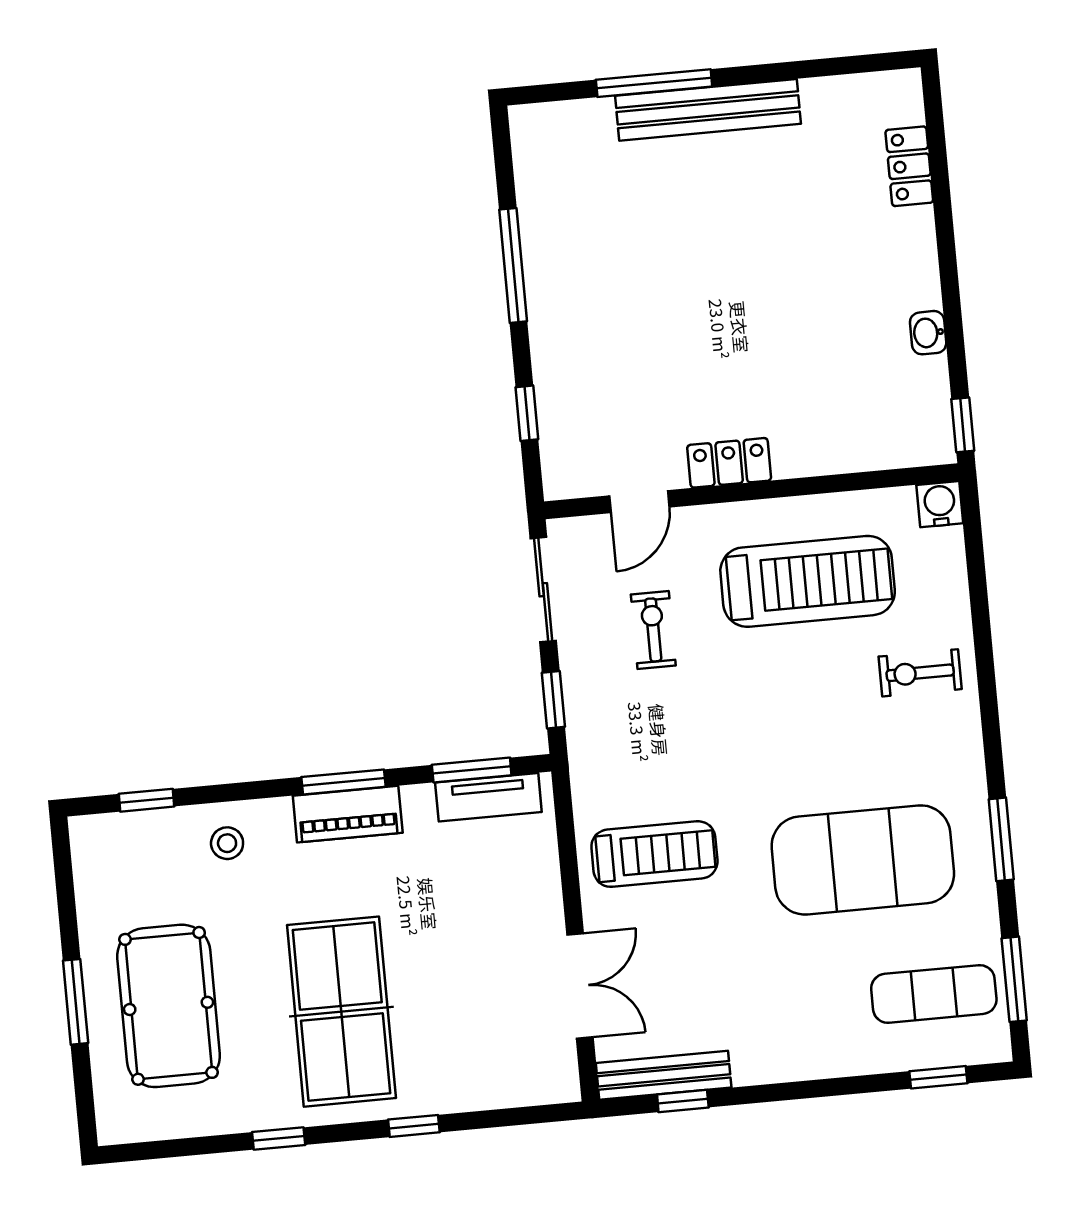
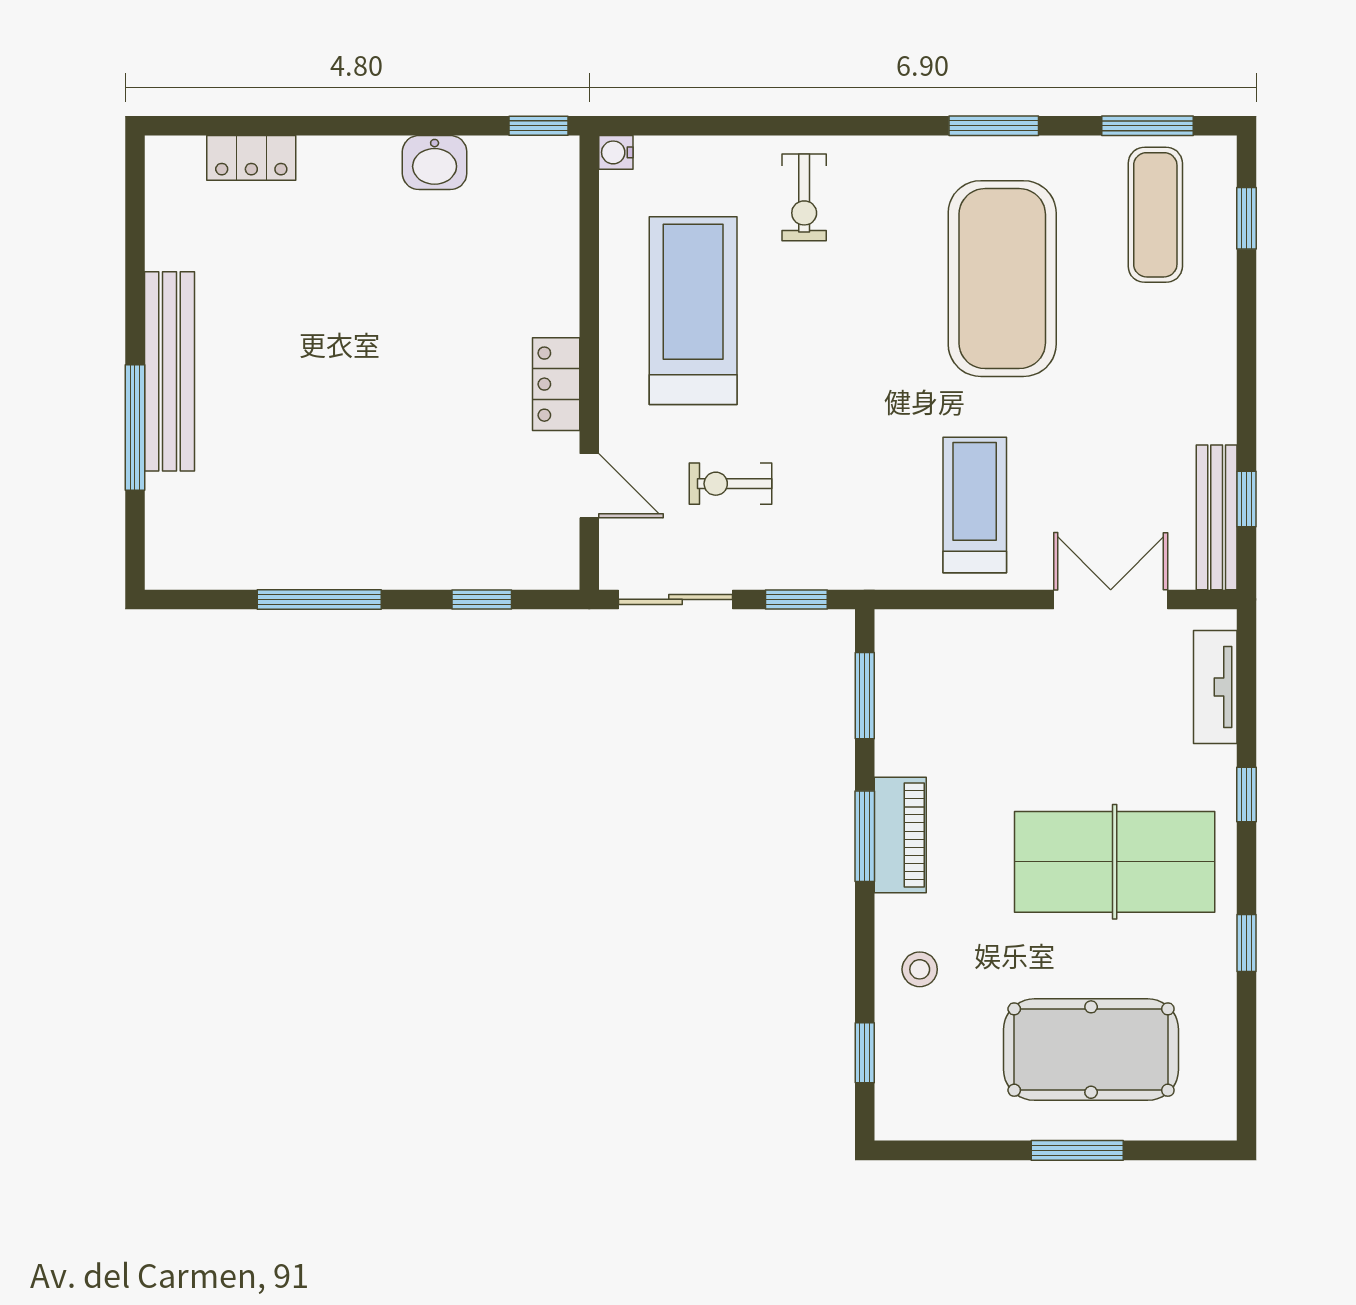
washbasin: (928, 333) -> (435, 163), width x1.38, depth x1.45
water cooler: (940, 504) -> (616, 152), width x0.72, depth x0.72
tv unit: (488, 797) -> (1215, 687), moved, turned 180

